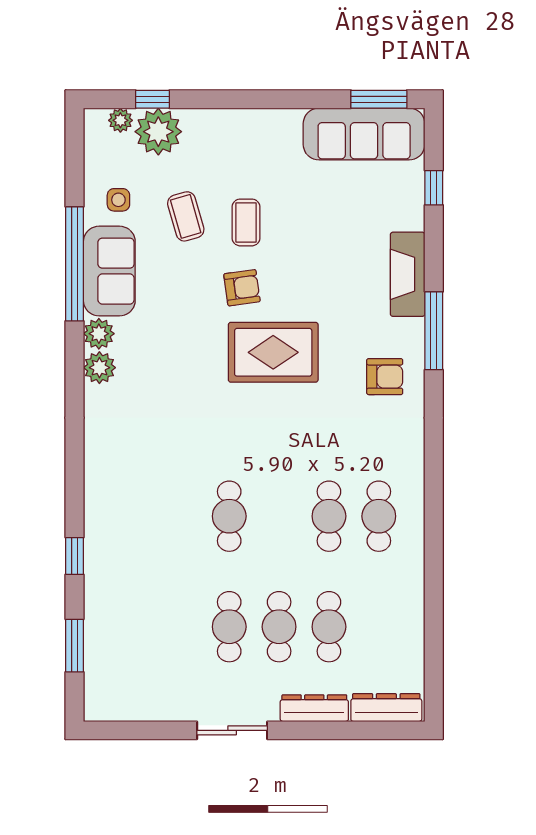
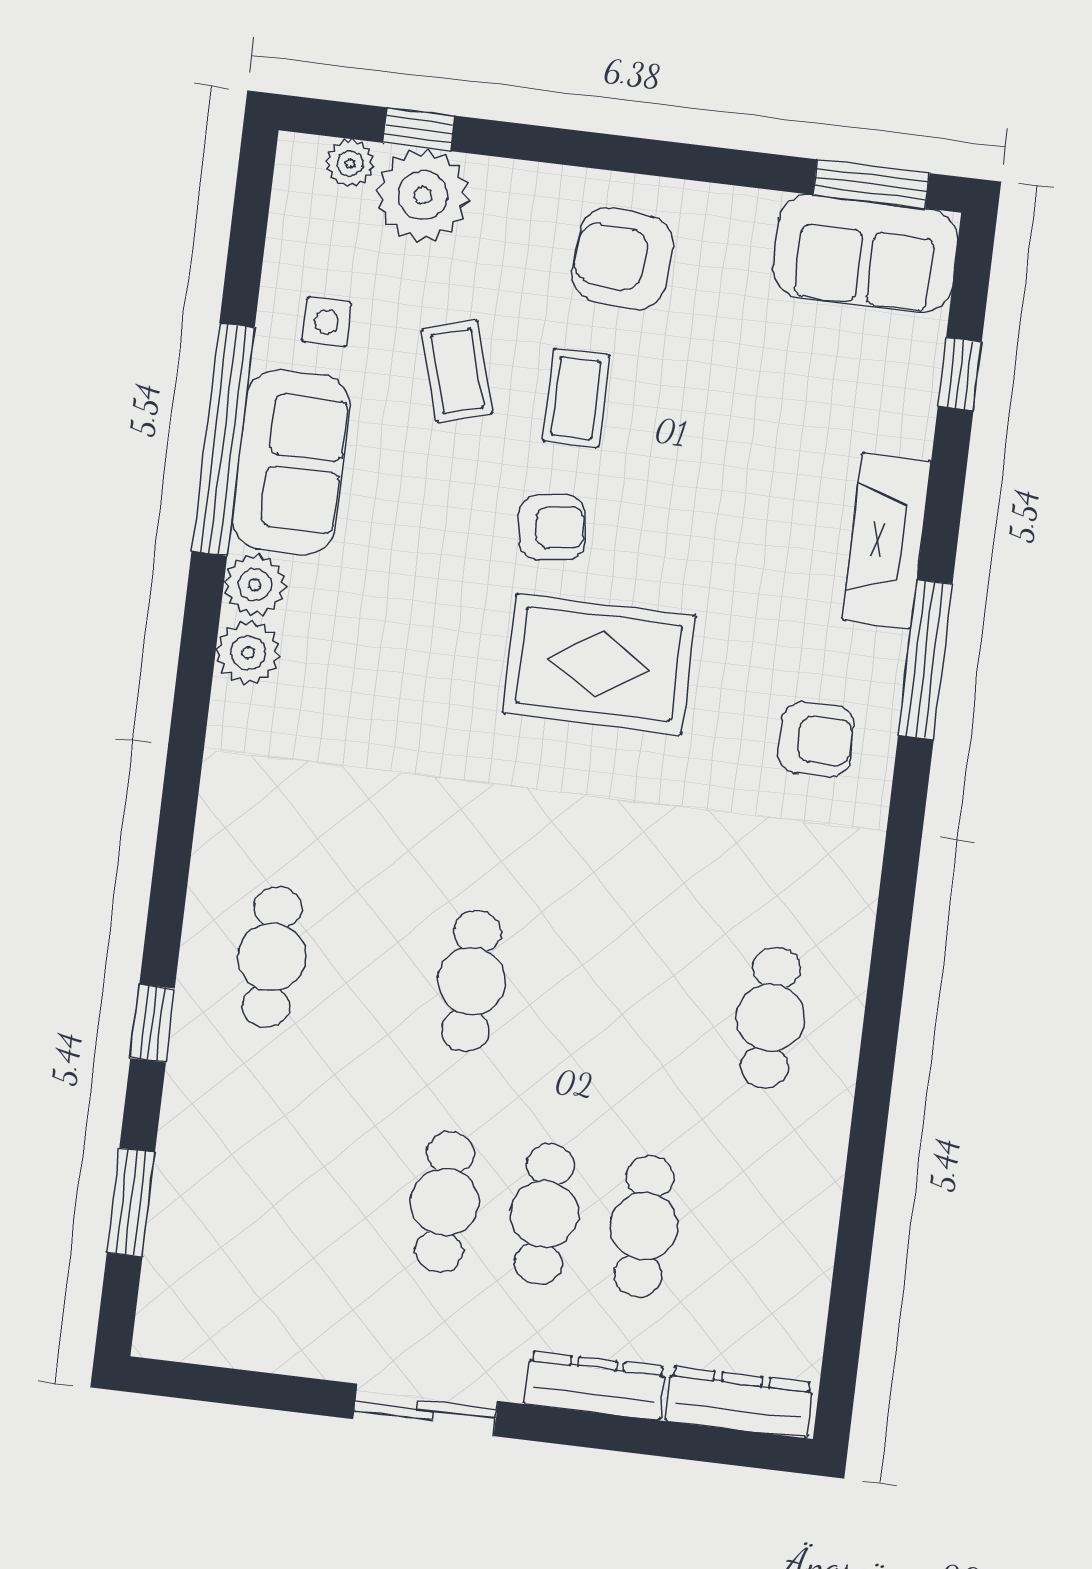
sofa: (364, 134) -> (866, 254), width x0.73
armchair: (261, 151) -> (622, 259), added
cafe table: (329, 516) -> (272, 957), moved

